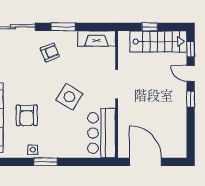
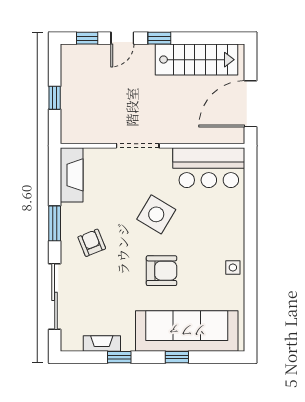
stairs: (158, 42) -> (197, 60), moved, turned 90
armchair: (27, 115) -> (162, 271), moved
window: (45, 162) -> (251, 249), removed

